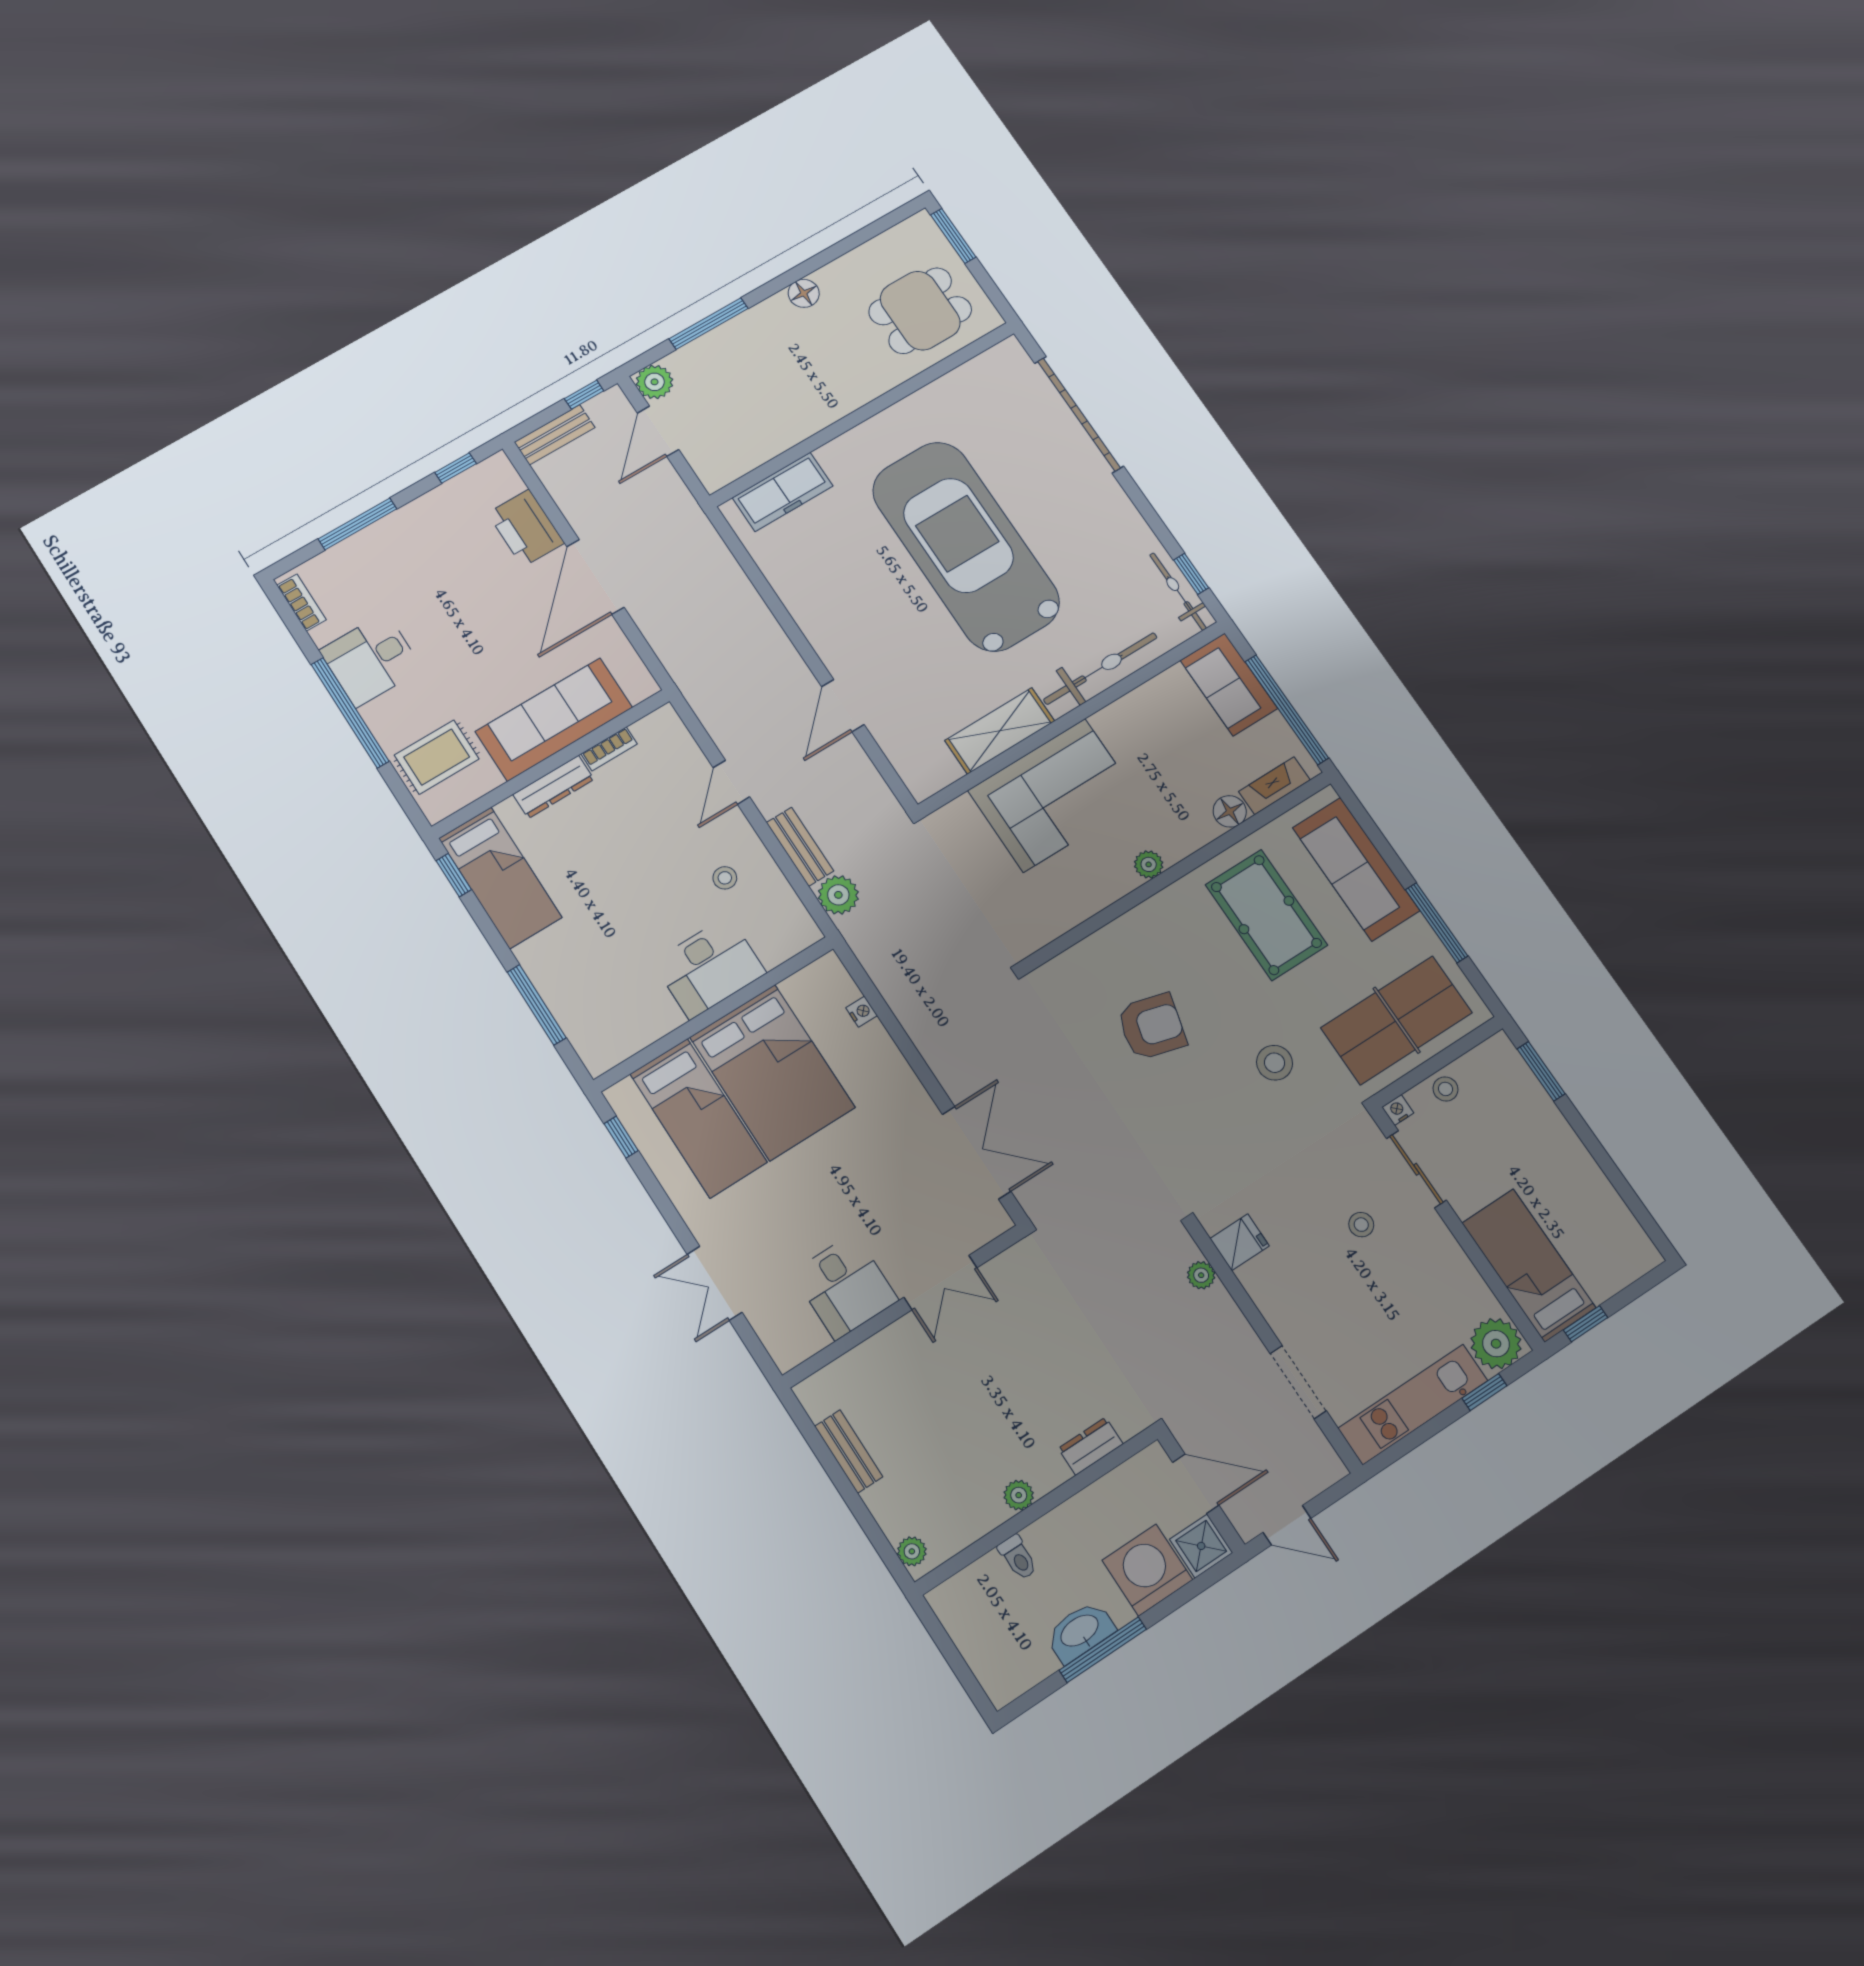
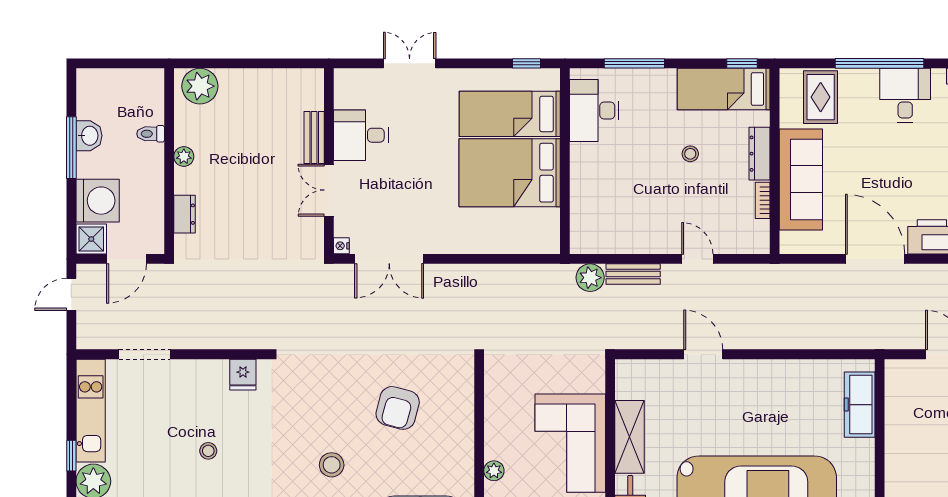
stool: (725, 878) -> (690, 154), moved
desk: (709, 967) -> (594, 110), moved
nightstand: (862, 1012) -> (341, 246), moved, turned 90
plant: (1201, 1275) -> (239, 340), removed
bench: (849, 1452) -> (314, 137), moved, turned 90
plant: (912, 1551) -> (200, 86), width x1.88, depth x1.88
washbasin: (1080, 1632) -> (89, 136), width x0.72

